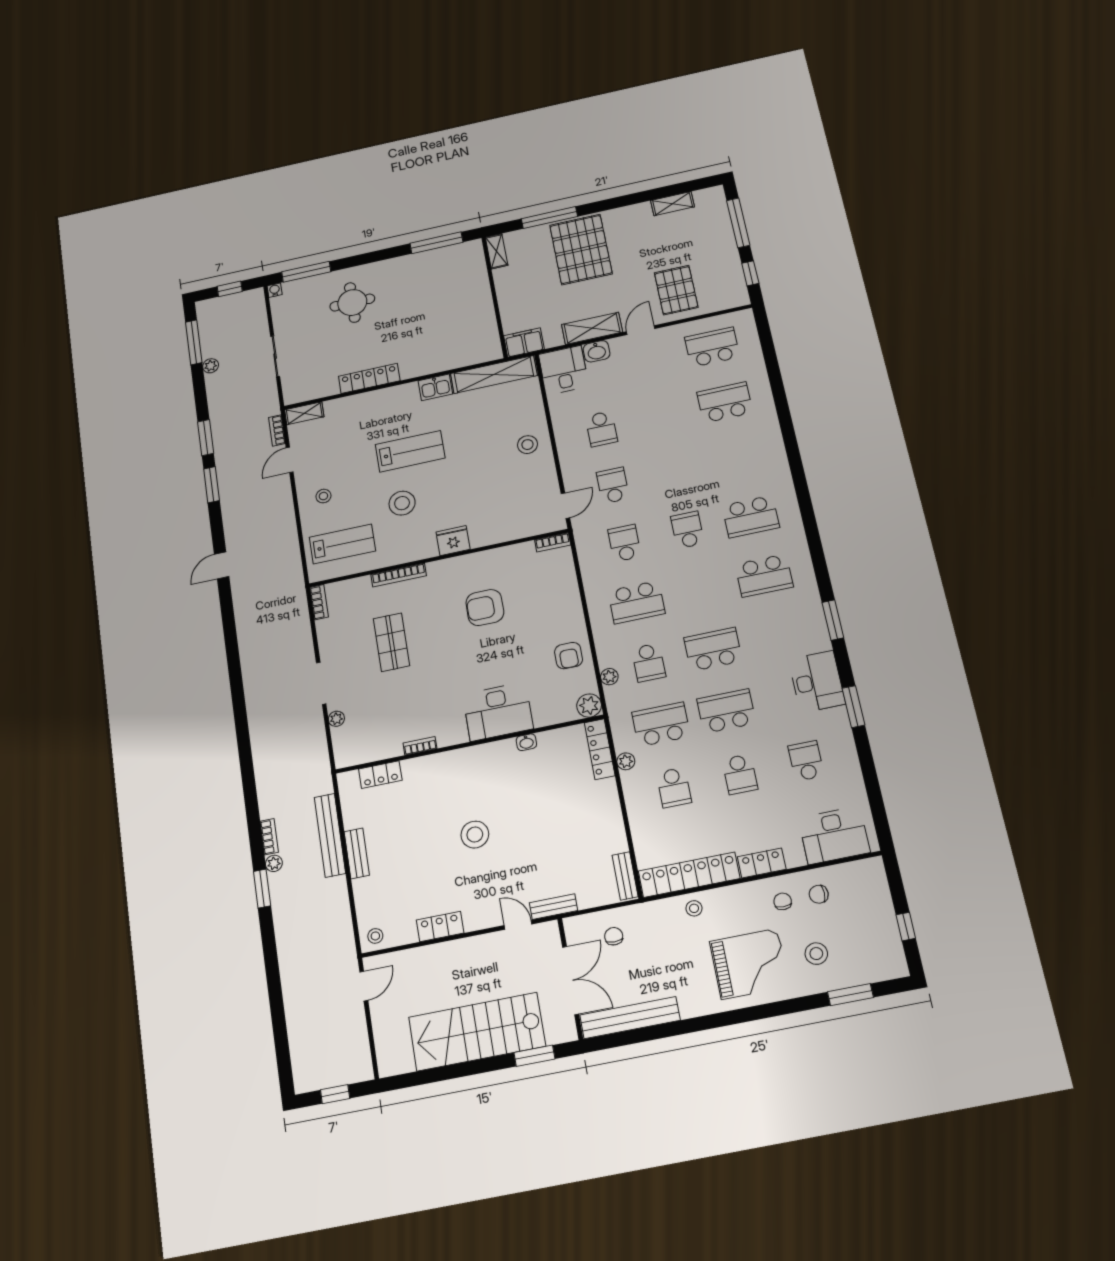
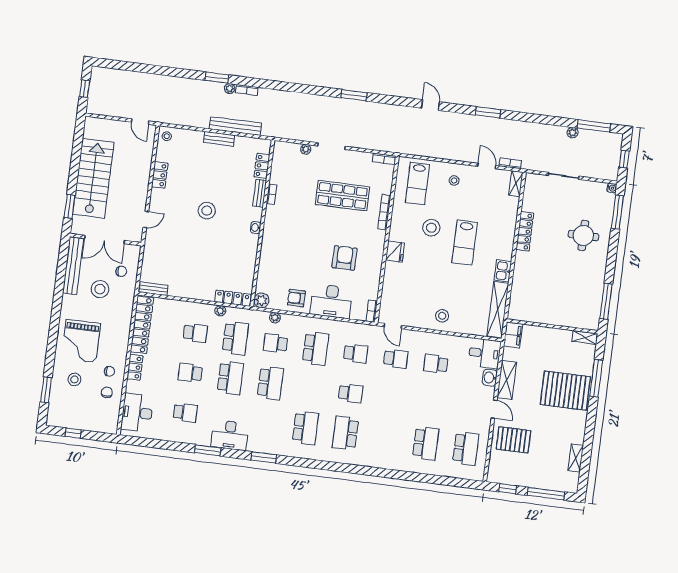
window: (206, 438) -> (354, 95), moved
school desk: (764, 576) -> (305, 428), turned 180
school desk: (636, 602) -> (316, 348), turned 180
shop shelf: (391, 642) -> (342, 196), width x1.43, depth x1.36
desk: (498, 712) -> (331, 301), moved, turned -90
washbasin: (526, 742) -> (256, 228), moved
school desk: (674, 788) -> (195, 333), turned 180
bench: (553, 907) -> (260, 193), moved
stool: (694, 908) -> (100, 289), moved, width x1.89, depth x1.89

